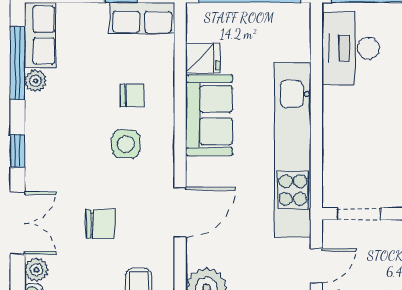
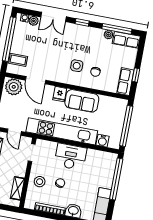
water cooler: (297, 46) -> (103, 141), added
desk: (351, 48) -> (70, 157), moved
fridge: (203, 58) -> (60, 94), moved
door: (180, 212) -> (36, 80), moved
chair: (100, 224) -> (47, 50), removed

